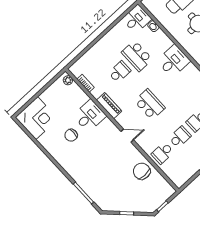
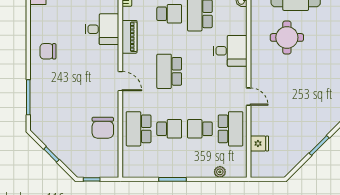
school desk: (150, 104) -> (169, 71), turned 180
chair: (71, 135) -> (48, 51), moved
school desk: (163, 153) -> (139, 129), width x1.85
chair: (142, 171) -> (103, 128), turned 180

